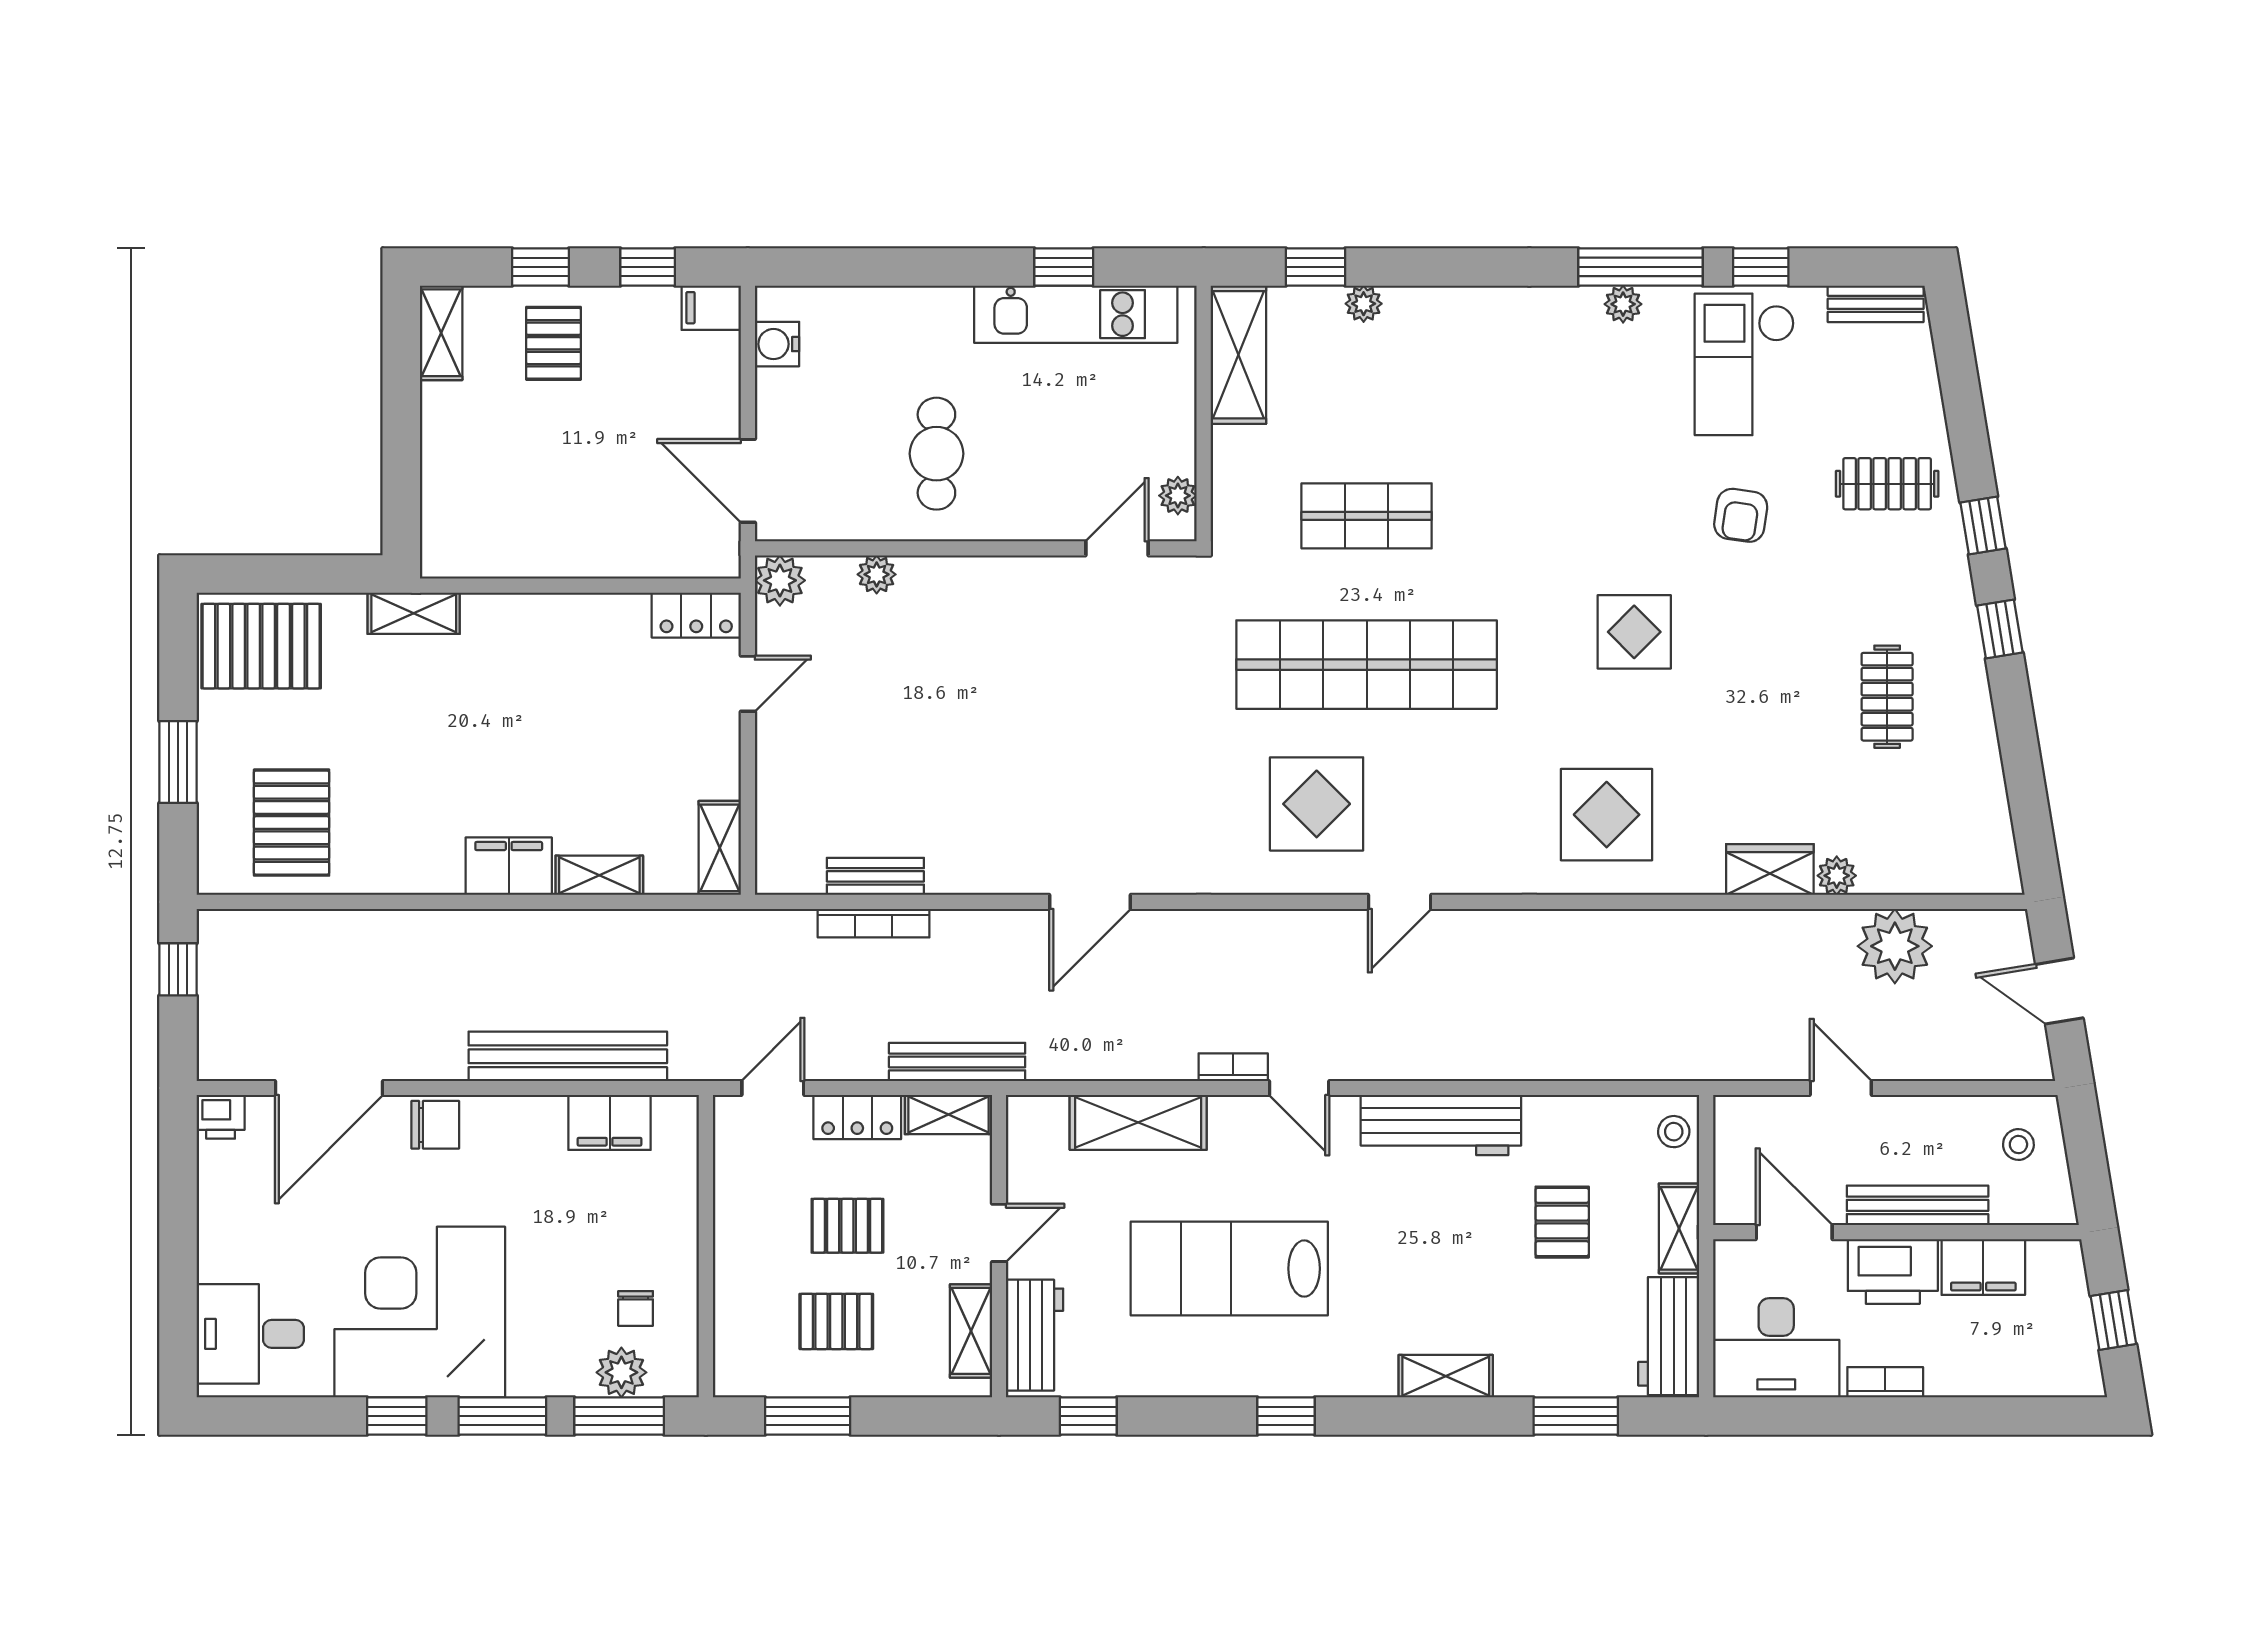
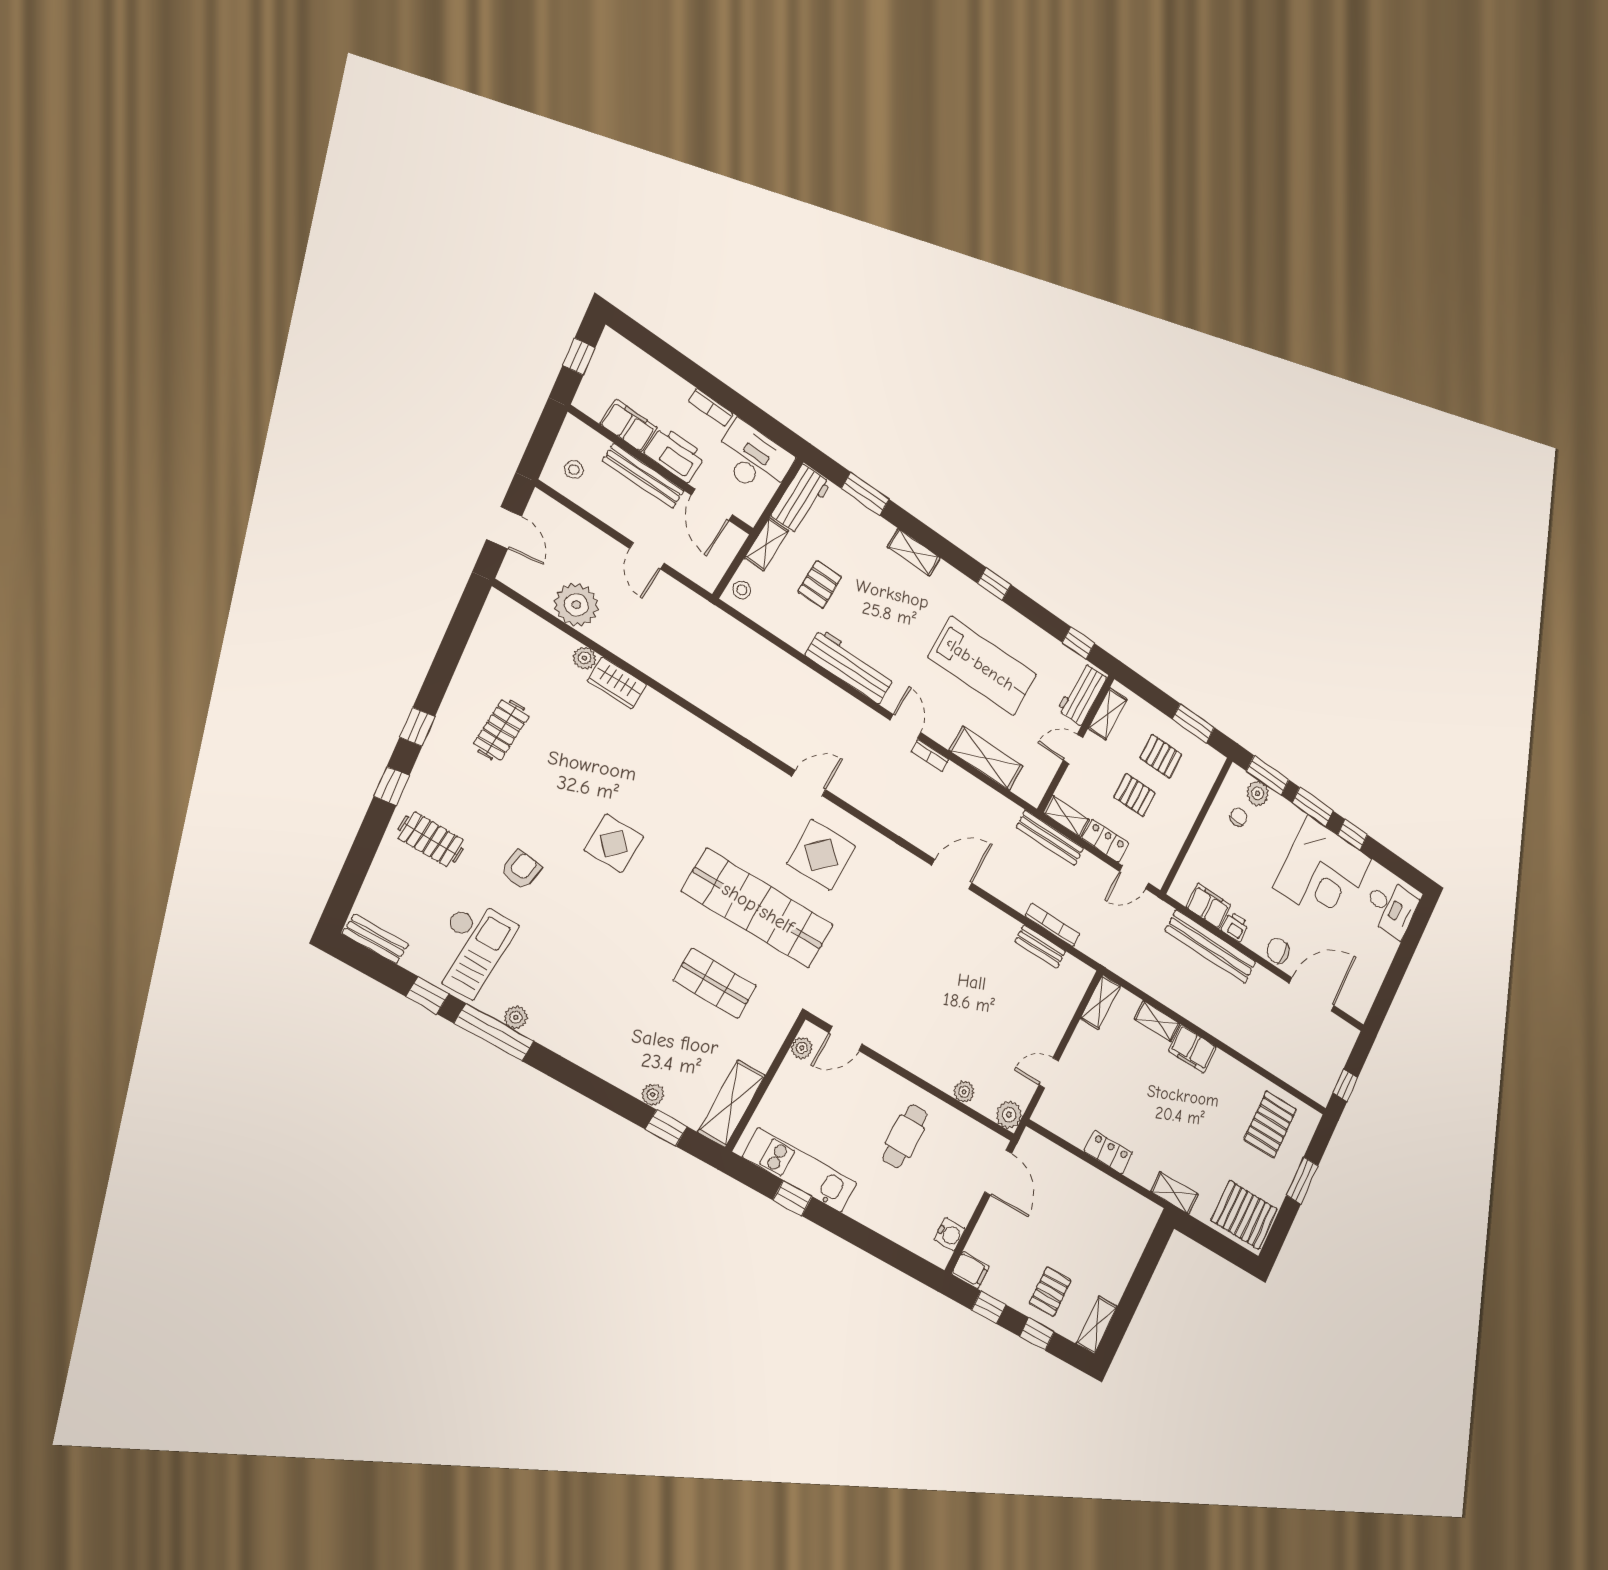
locker: (696, 615) -> (1108, 1152), moved
display table: (1607, 815) -> (683, 761), removed
printer: (221, 1117) -> (1235, 927), moved

